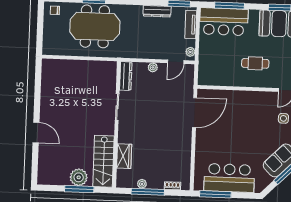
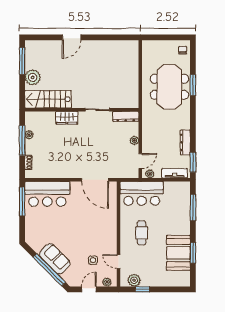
bar counter: (224, 22) -> (142, 193), moved, turned -90
door: (176, 62) -> (140, 161), swing flipped
wardrobe: (124, 156) -> (67, 118), moved
bar counter: (229, 178) -> (47, 194), moved, turned 90
window: (79, 189) -> (22, 61), moved

